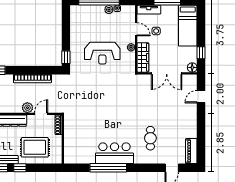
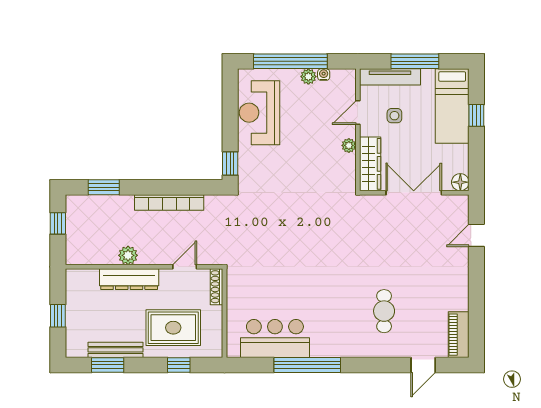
tv unit: (149, 10) -> (390, 77), width x1.41
door: (136, 29) -> (358, 113), swing flipped
reception desk: (102, 53) -> (260, 113), moved, turned 90
window: (201, 53) -> (476, 115), moved
double door: (167, 73) -> (414, 193), swing flipped
plant: (27, 108) -> (128, 255), moved
bar counter: (114, 153) -> (275, 338), moved
window: (20, 168) -> (179, 365), moved

